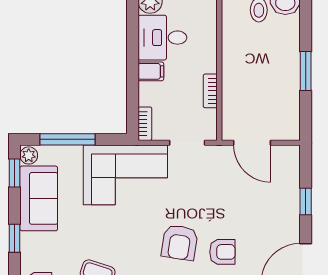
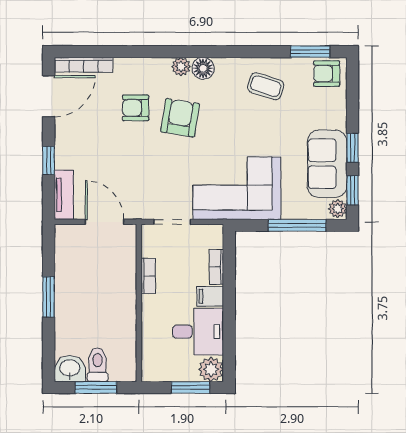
bookcase: (145, 124) -> (216, 267), moved
tv unit: (291, 169) -> (64, 195), added
window: (14, 238) -> (352, 148), moved

